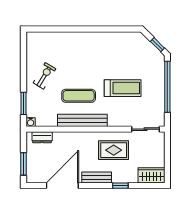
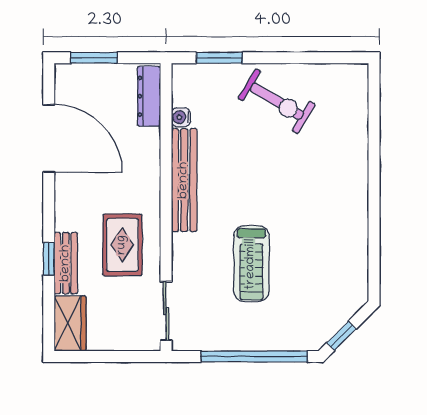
exercise bike: (44, 76) -> (277, 101), width x1.38, depth x1.39
exercise mat: (79, 96) -> (235, 172), removed
water cooler: (31, 122) -> (181, 117), moved
dresser: (42, 137) -> (149, 96), width x1.44
bench: (97, 177) -> (66, 263), moved

